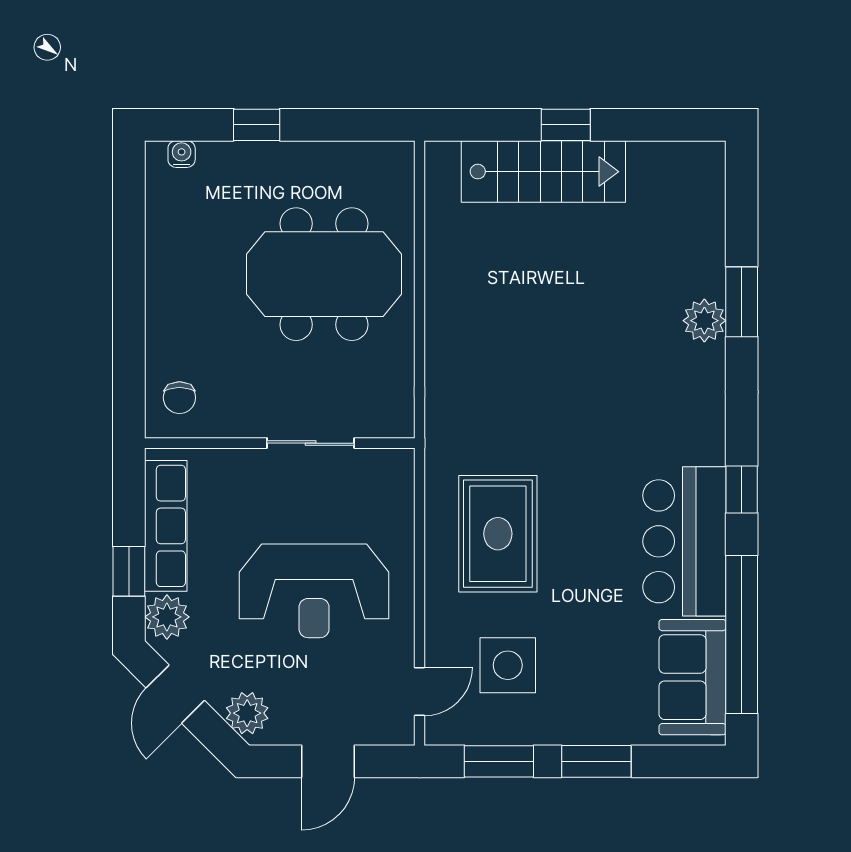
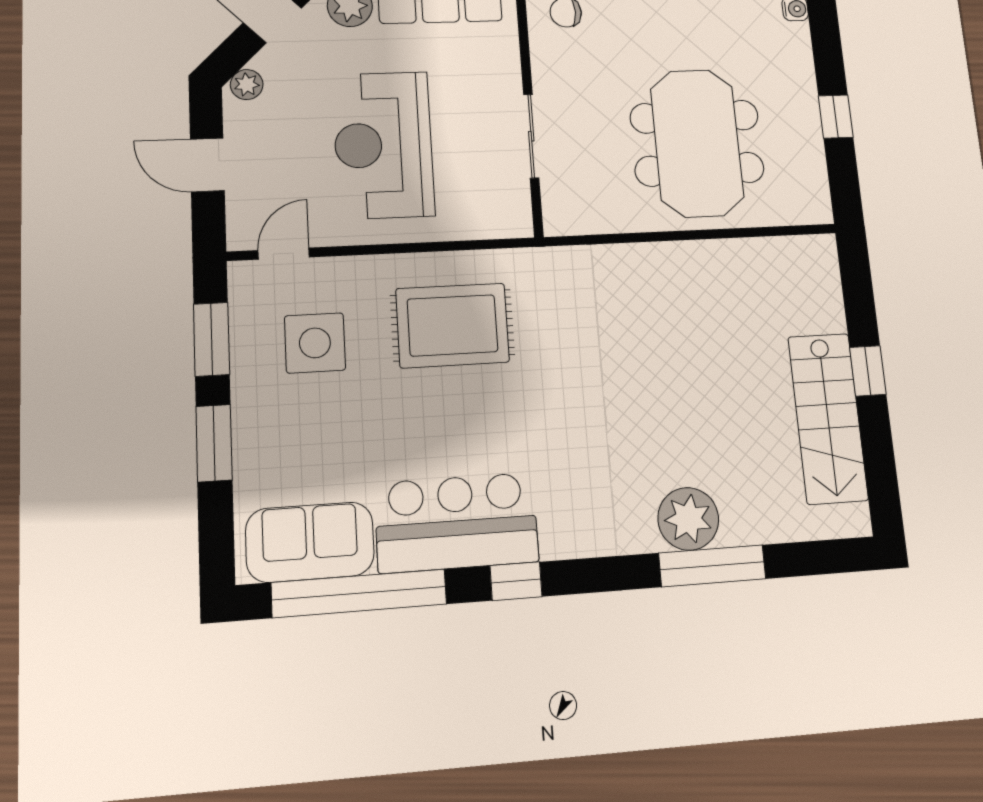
window: (257, 125) -> (836, 117), moved
stairs: (543, 172) -> (828, 418), moved
window: (742, 302) -> (712, 566), width x1.44
plant: (704, 321) -> (688, 519), width x1.36, depth x1.36
door: (420, 691) -> (284, 254), swing flipped
plant: (247, 713) -> (247, 85), width x0.73, depth x0.73

